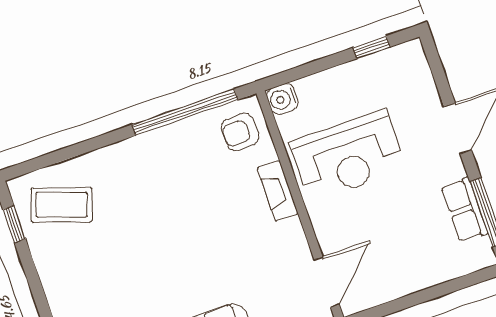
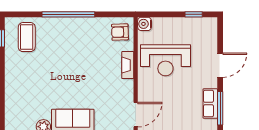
window: (185, 112) -> (68, 14), moved
coffee table: (62, 205) -> (27, 37), turned 71

